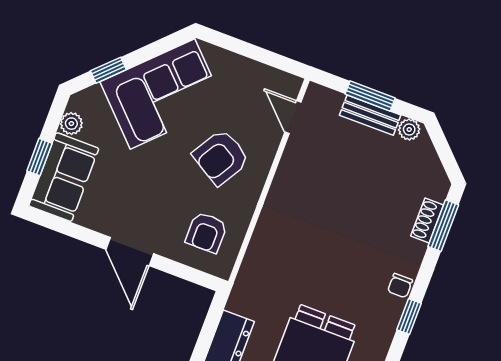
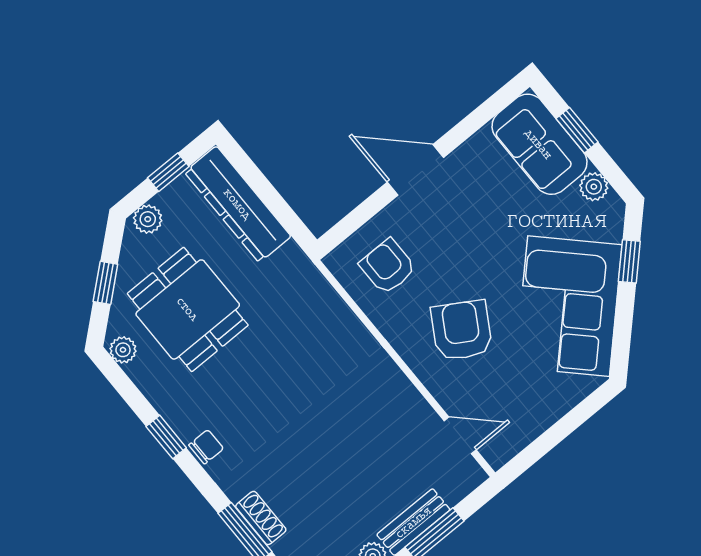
chair: (400, 286) -> (206, 447), turned 90

